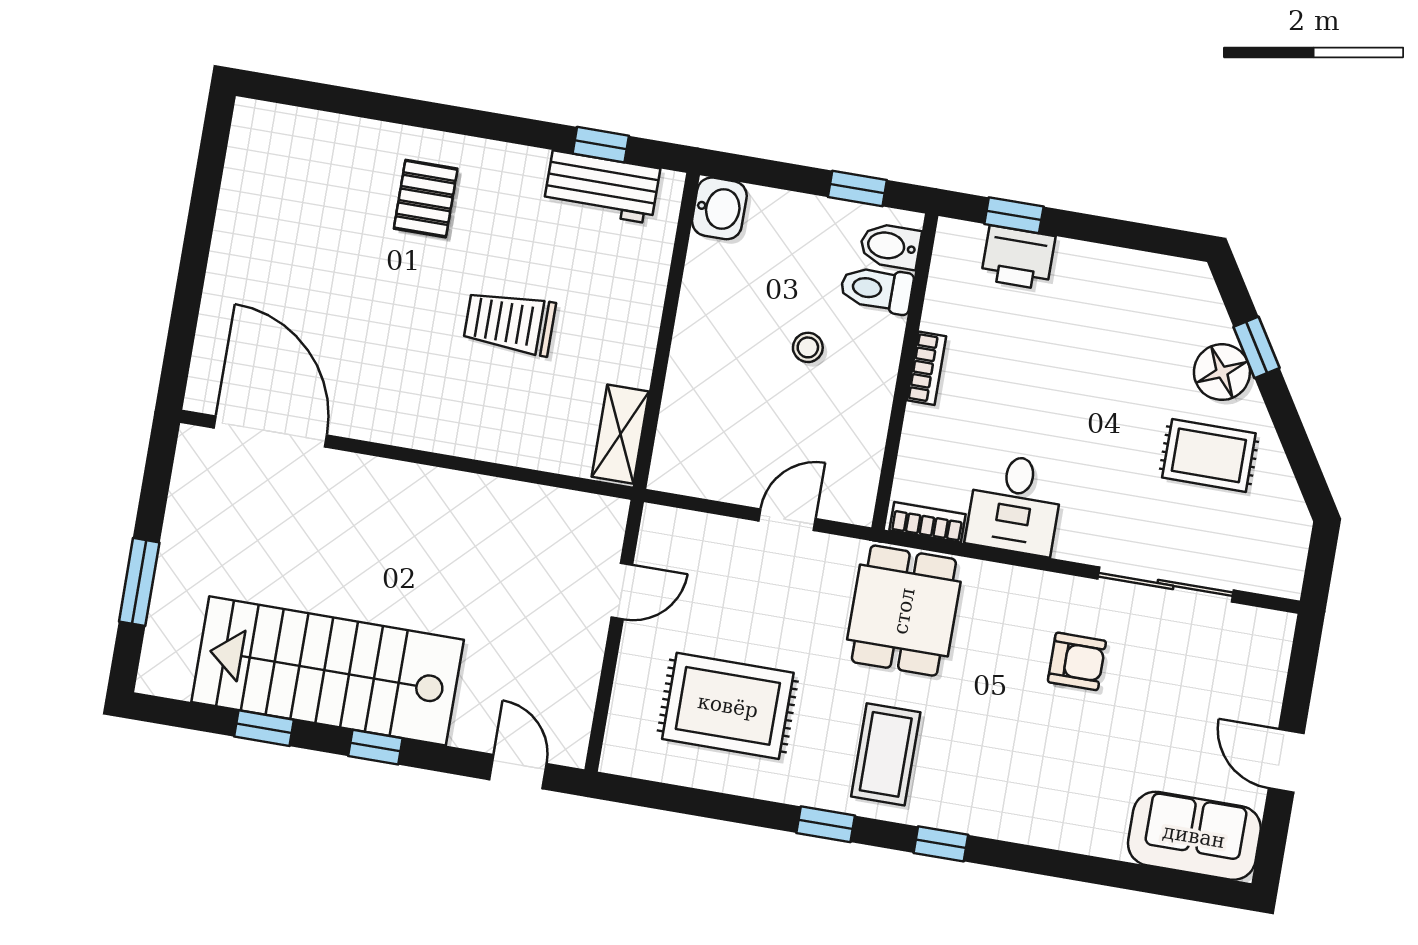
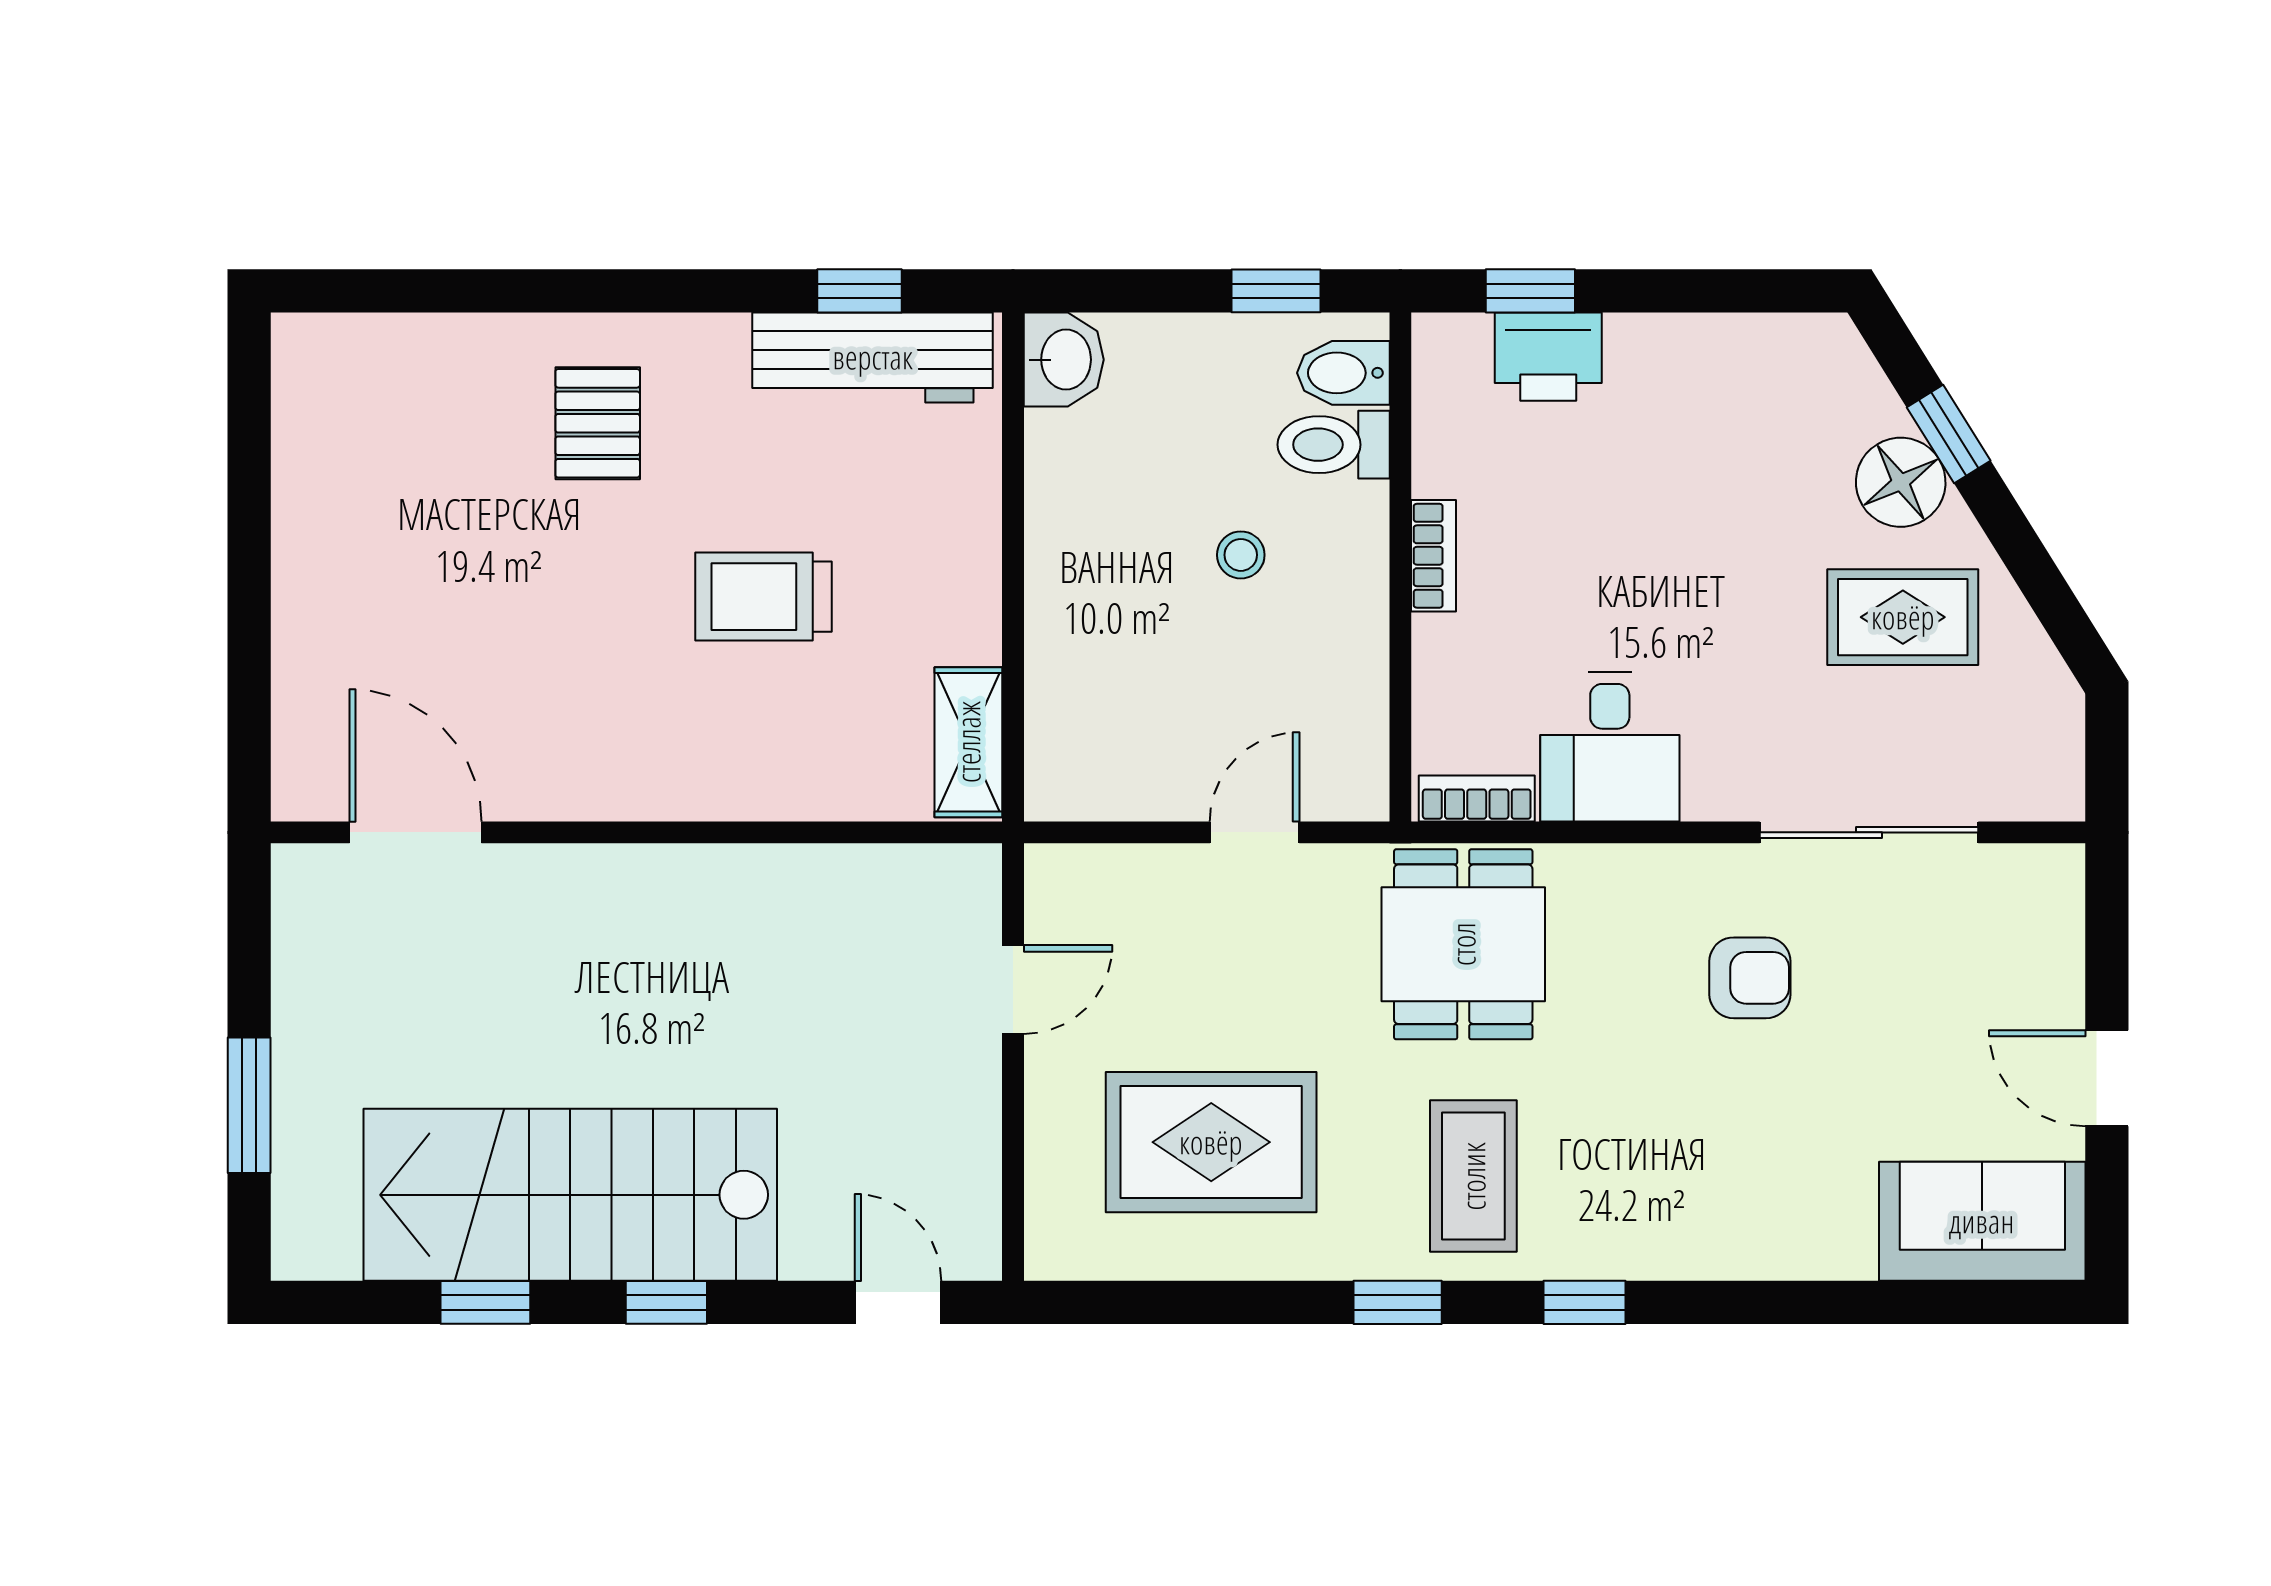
workbench: (602, 187) -> (873, 357), width x1.38
door: (270, 431) -> (415, 832), width x0.73

